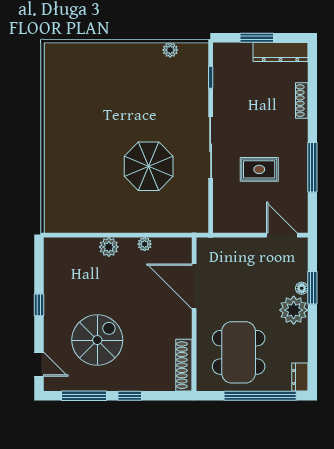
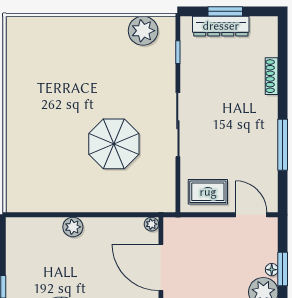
plant: (170, 50) -> (143, 31), width x1.88, depth x1.88
dresser: (280, 52) -> (221, 26), moved
rug: (259, 169) -> (208, 192), moved
plant: (145, 244) -> (151, 224), moved

